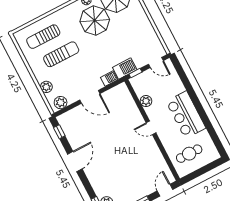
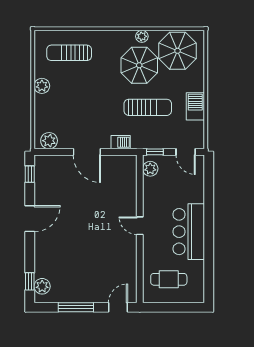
sun lounger: (61, 54) -> (148, 107), moved
barbecue: (125, 69) -> (195, 106), moved, turned -90
plant: (46, 87) -> (42, 86), moved
plant: (146, 101) -> (150, 169), moved

